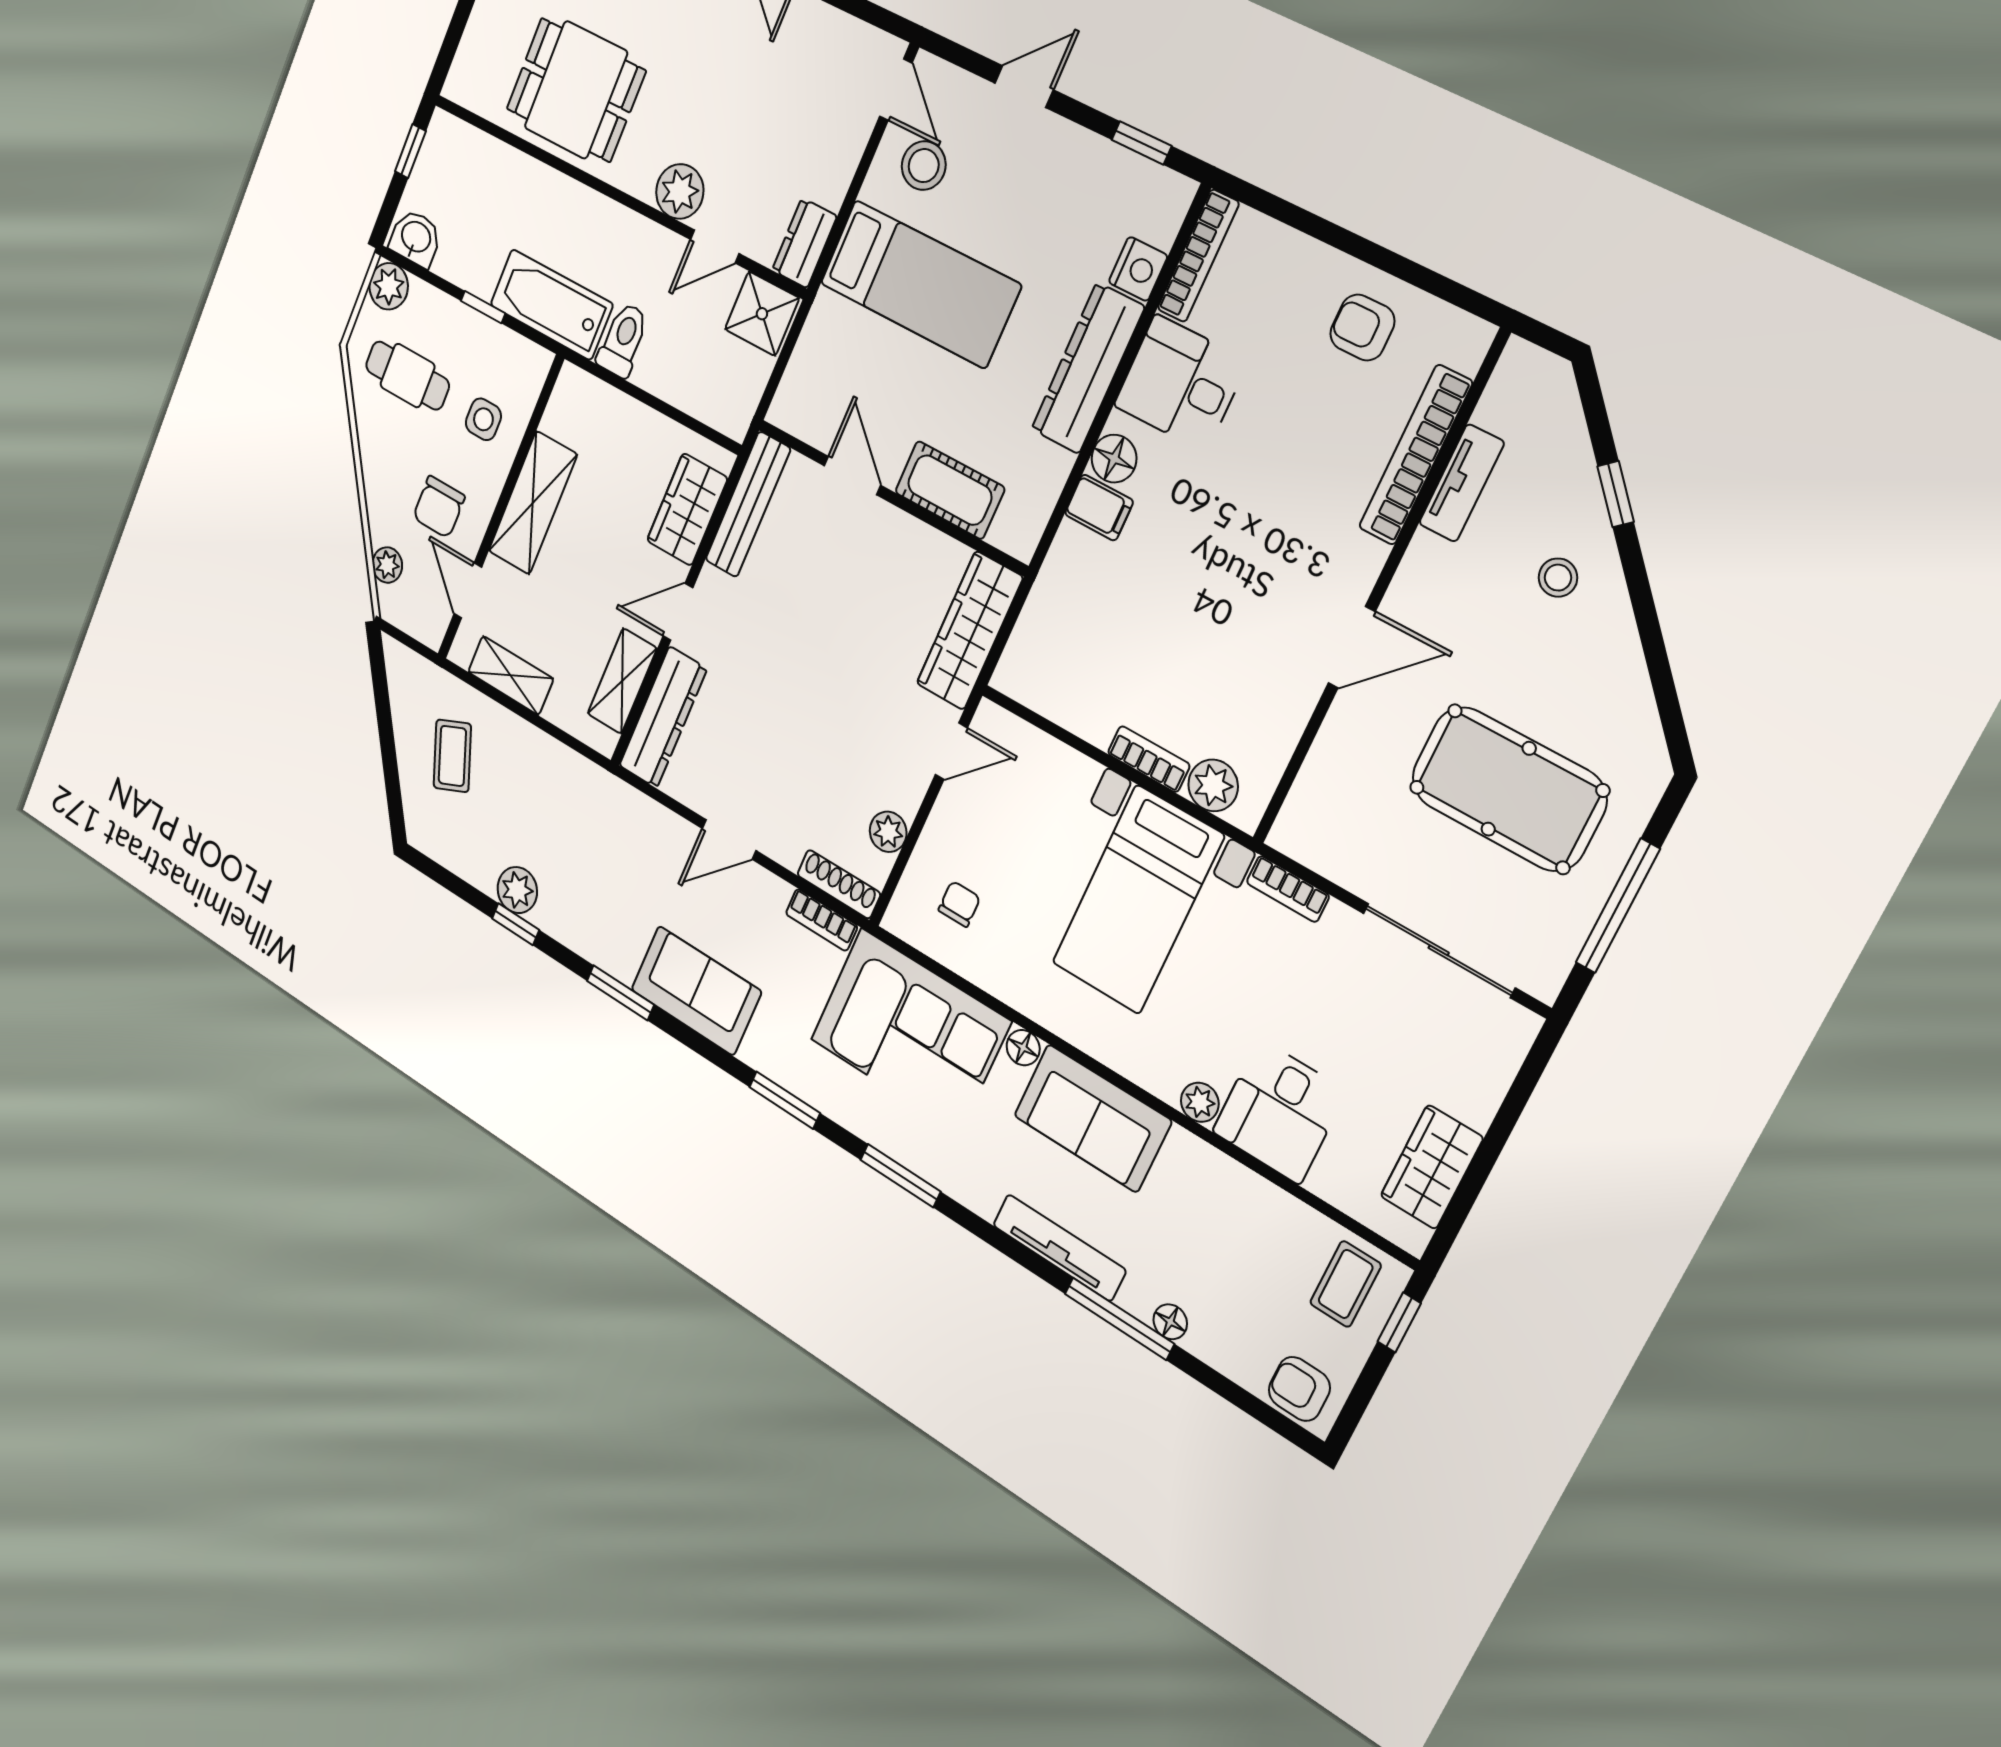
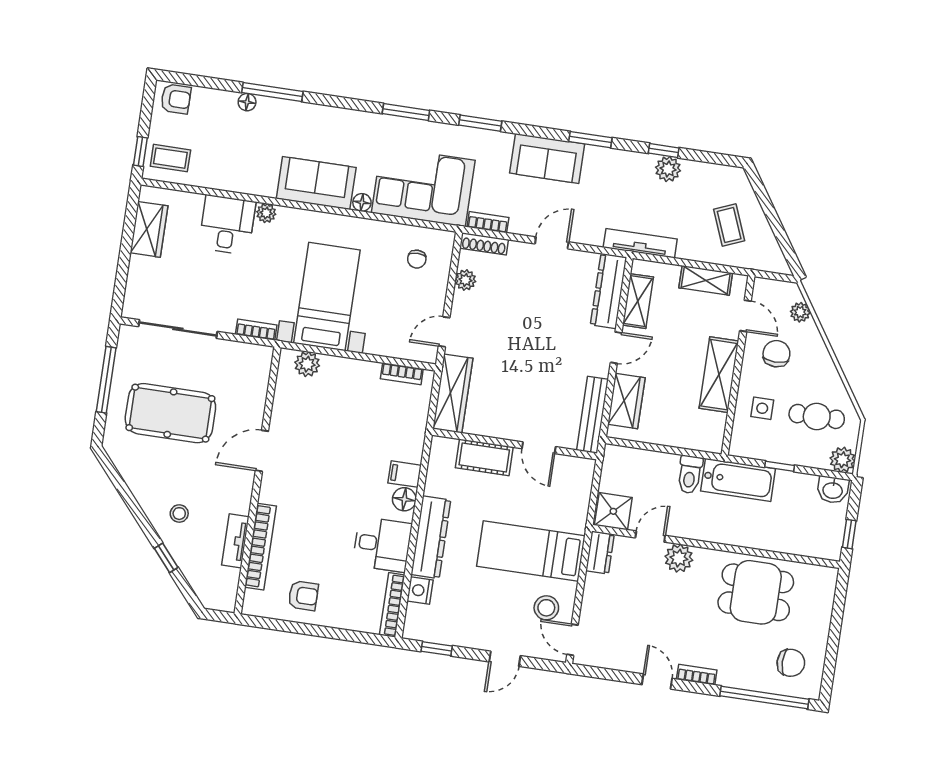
bookcase: (1149, 759) -> (402, 374), moved
tv unit: (1059, 1248) -> (640, 243), moved, turned 180
coffee table: (1346, 1284) -> (170, 158), turned 90

